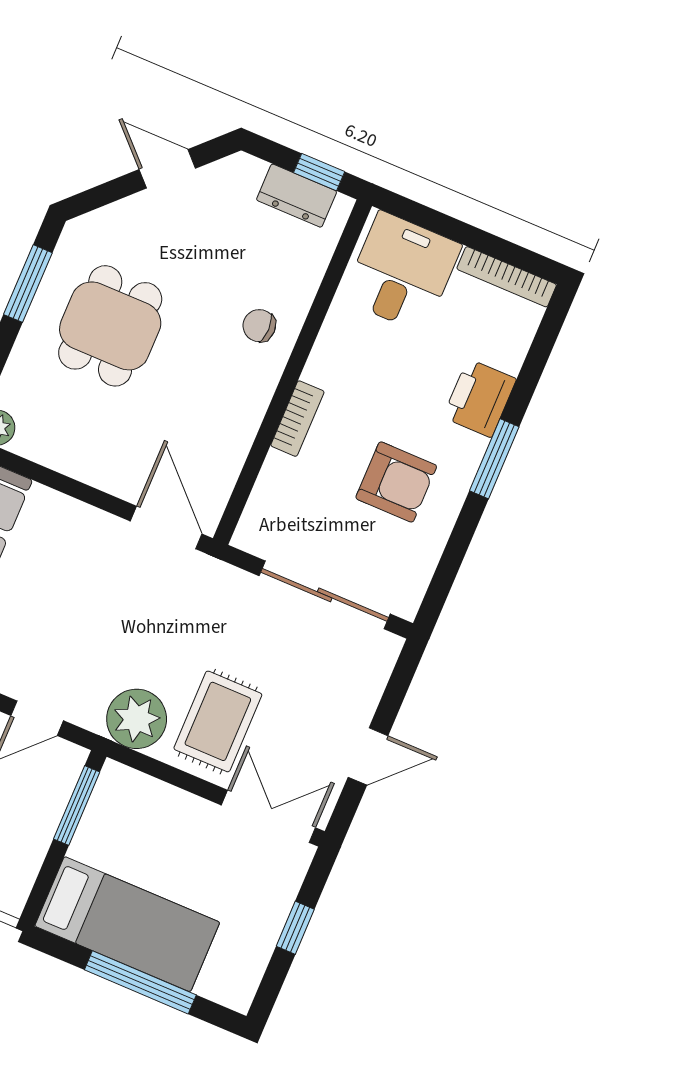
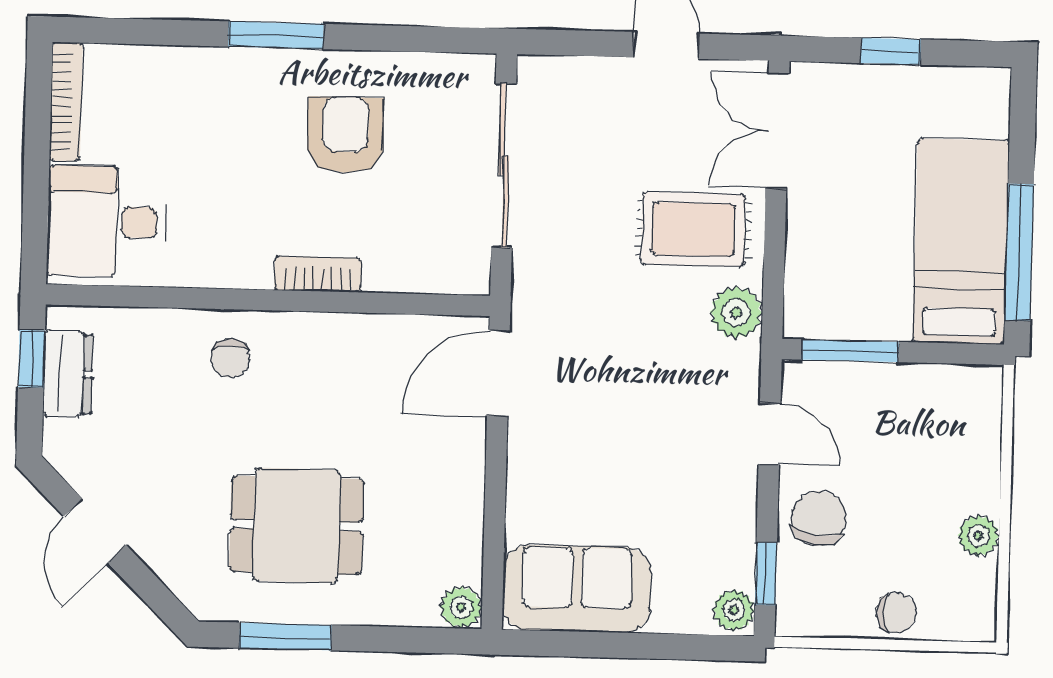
printer: (480, 398) -> (214, 78), removed
plant: (137, 719) -> (736, 312), width x0.73, depth x0.73
window: (140, 982) -> (1019, 252), moved

